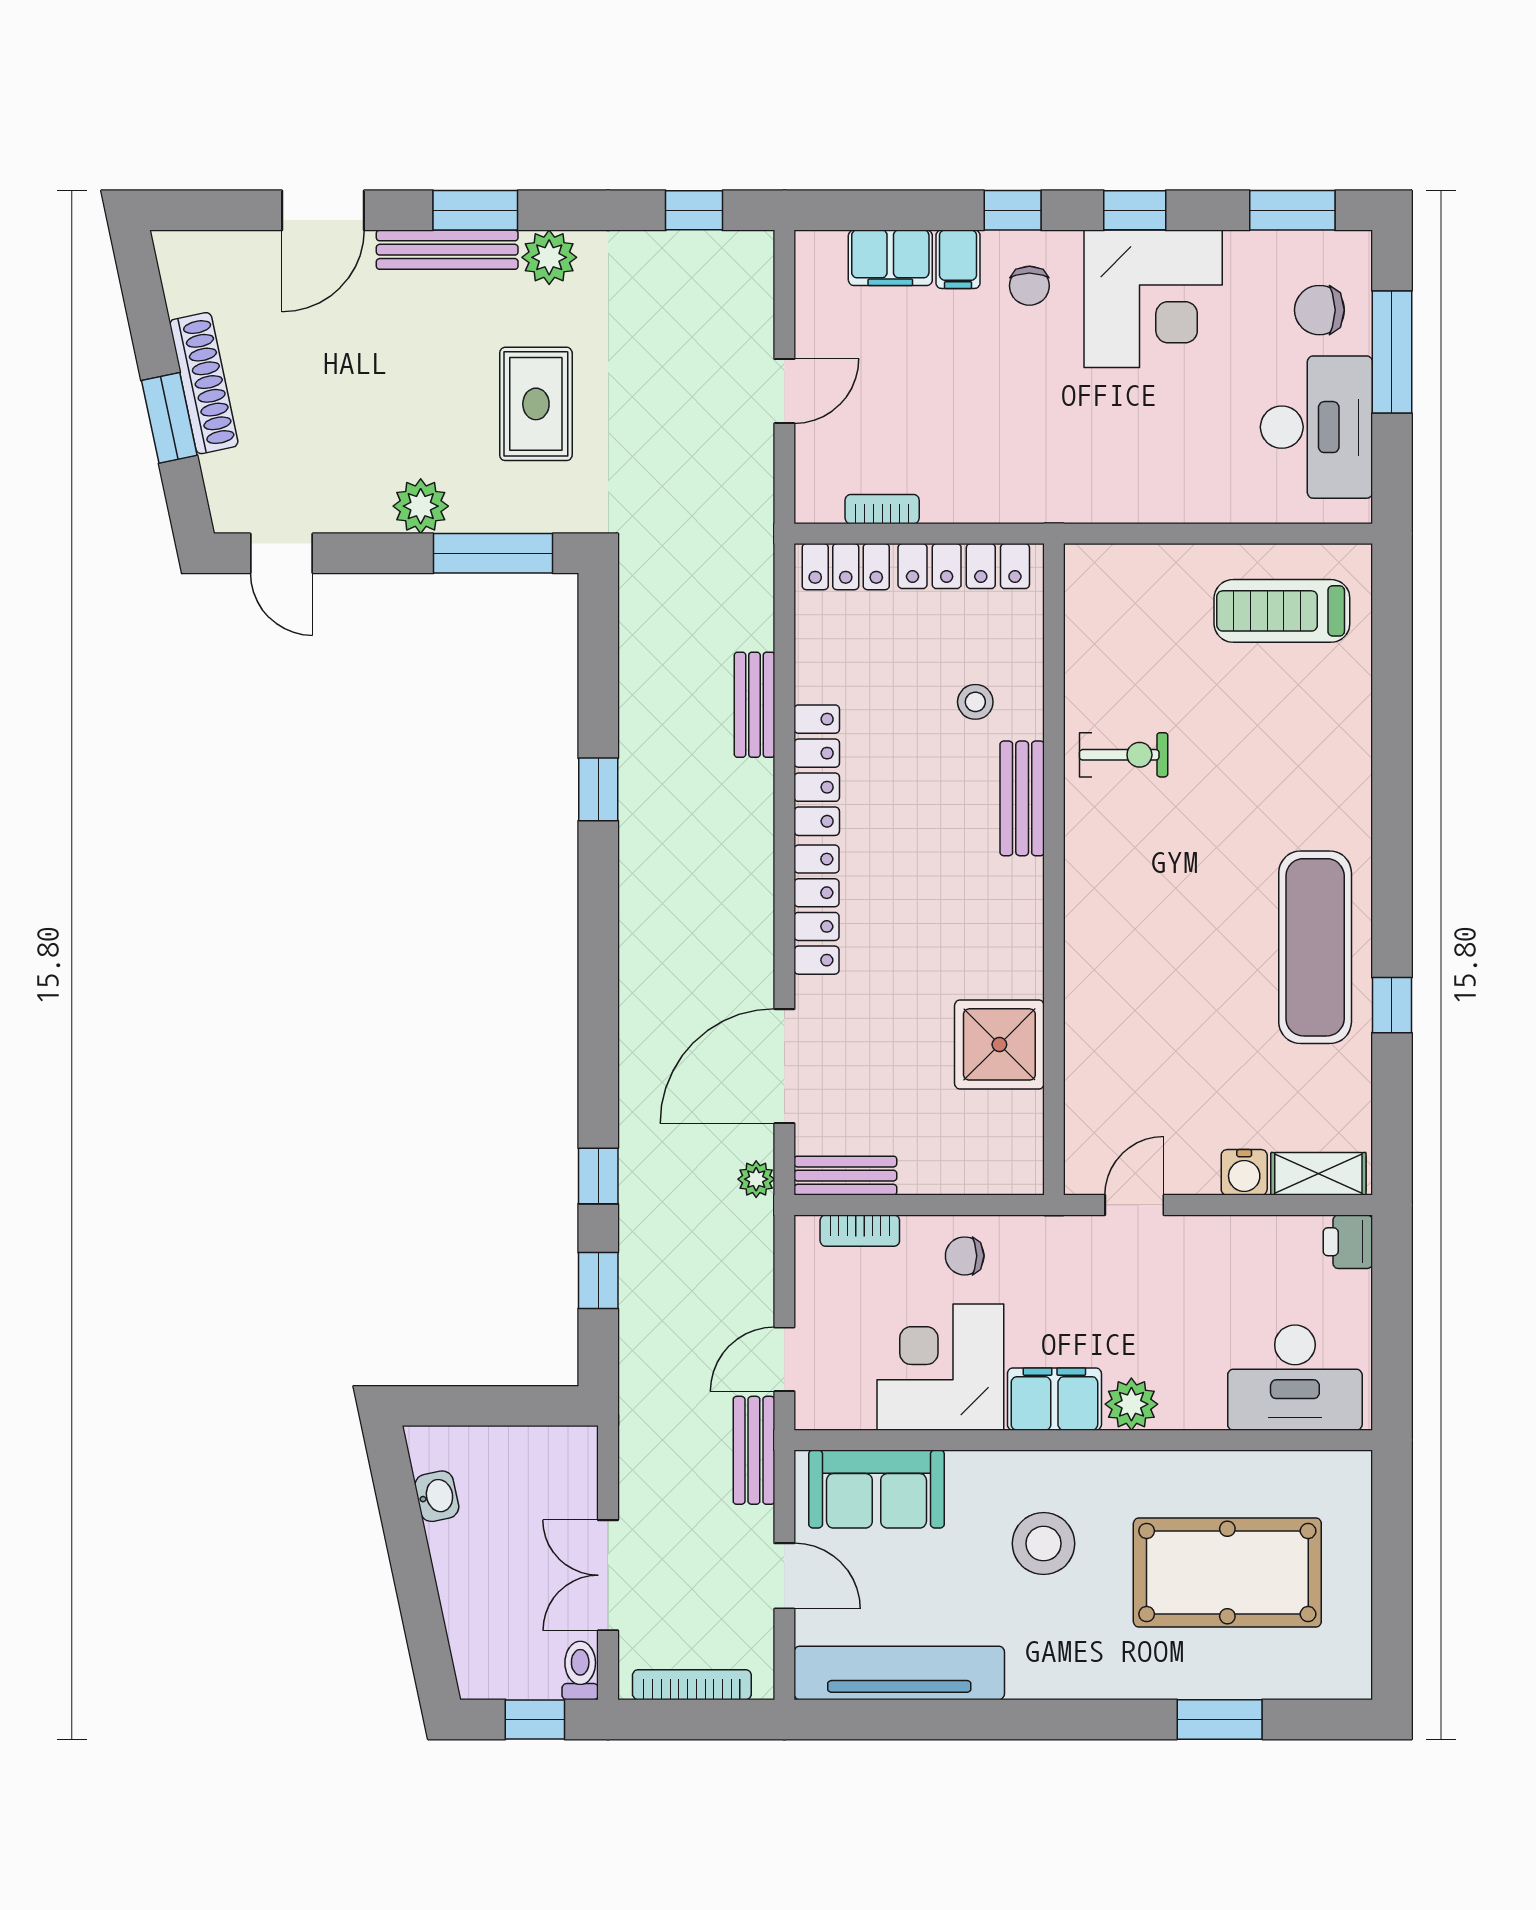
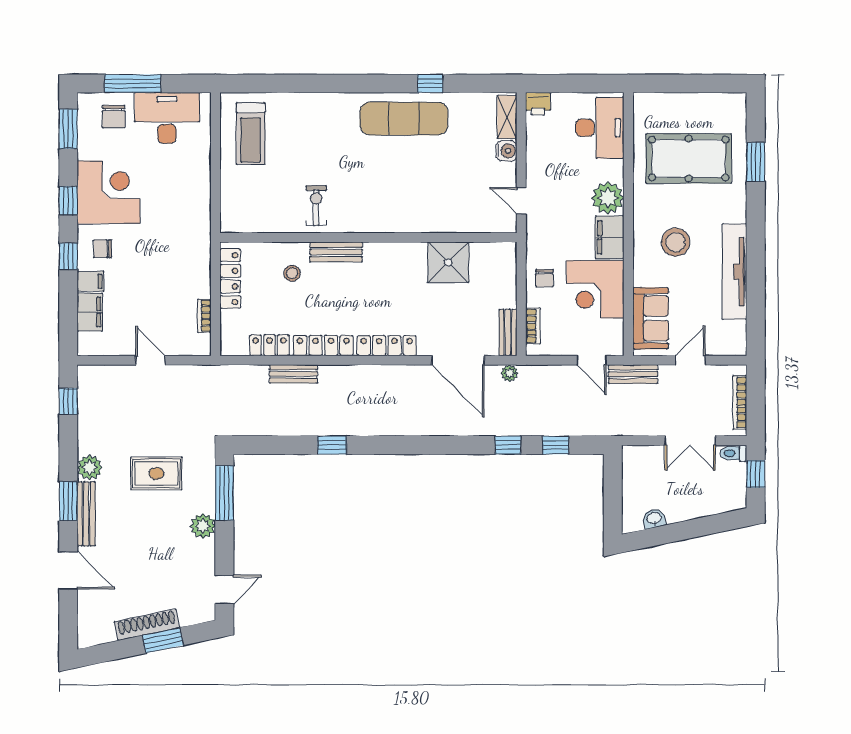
chair: (1029, 286) -> (103, 249), turned 180
locker: (846, 567) -> (270, 345), moved, turned -90
plant: (1131, 1404) -> (608, 198), width x1.36, depth x1.36
pool table: (1227, 1572) -> (689, 158), turned 90
tv unit: (899, 1673) -> (734, 272), moved

